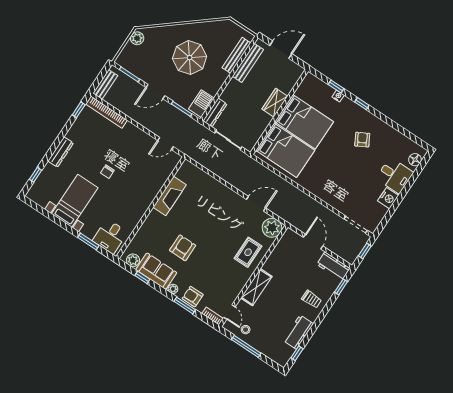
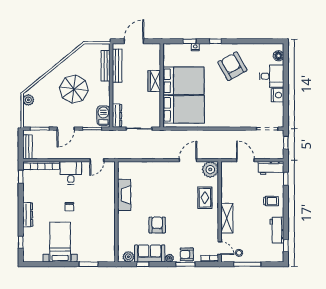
armchair: (362, 140) -> (232, 66), width x1.88, depth x1.88
desk: (110, 237) -> (71, 173), moved, turned 180

